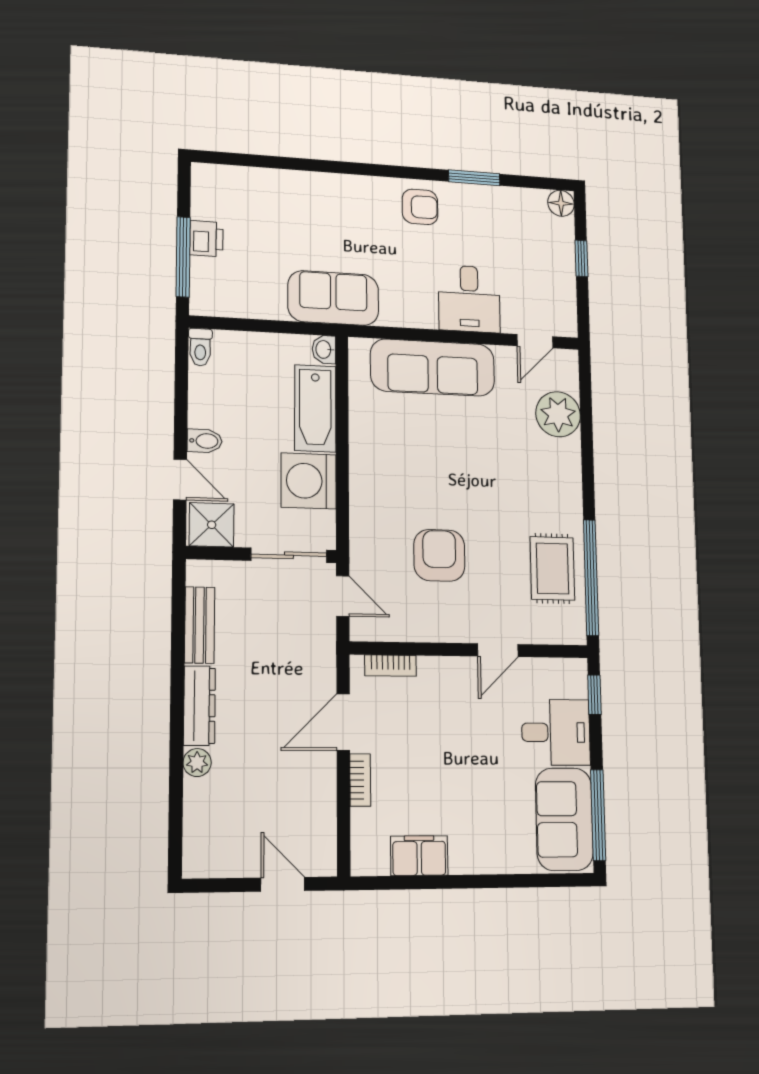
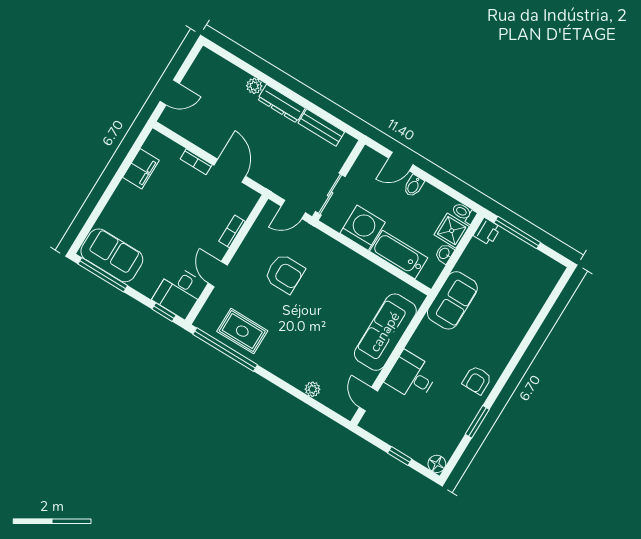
printer: (206, 239) -> (487, 231), moved, turned -90
washbasin: (324, 349) -> (444, 254), moved, turned -90
plant: (558, 414) -> (313, 389), width x0.53, depth x0.53
shower: (212, 525) -> (452, 231), moved
bookcase: (390, 666) -> (232, 231), moved
desk: (556, 732) -> (179, 292), moved

